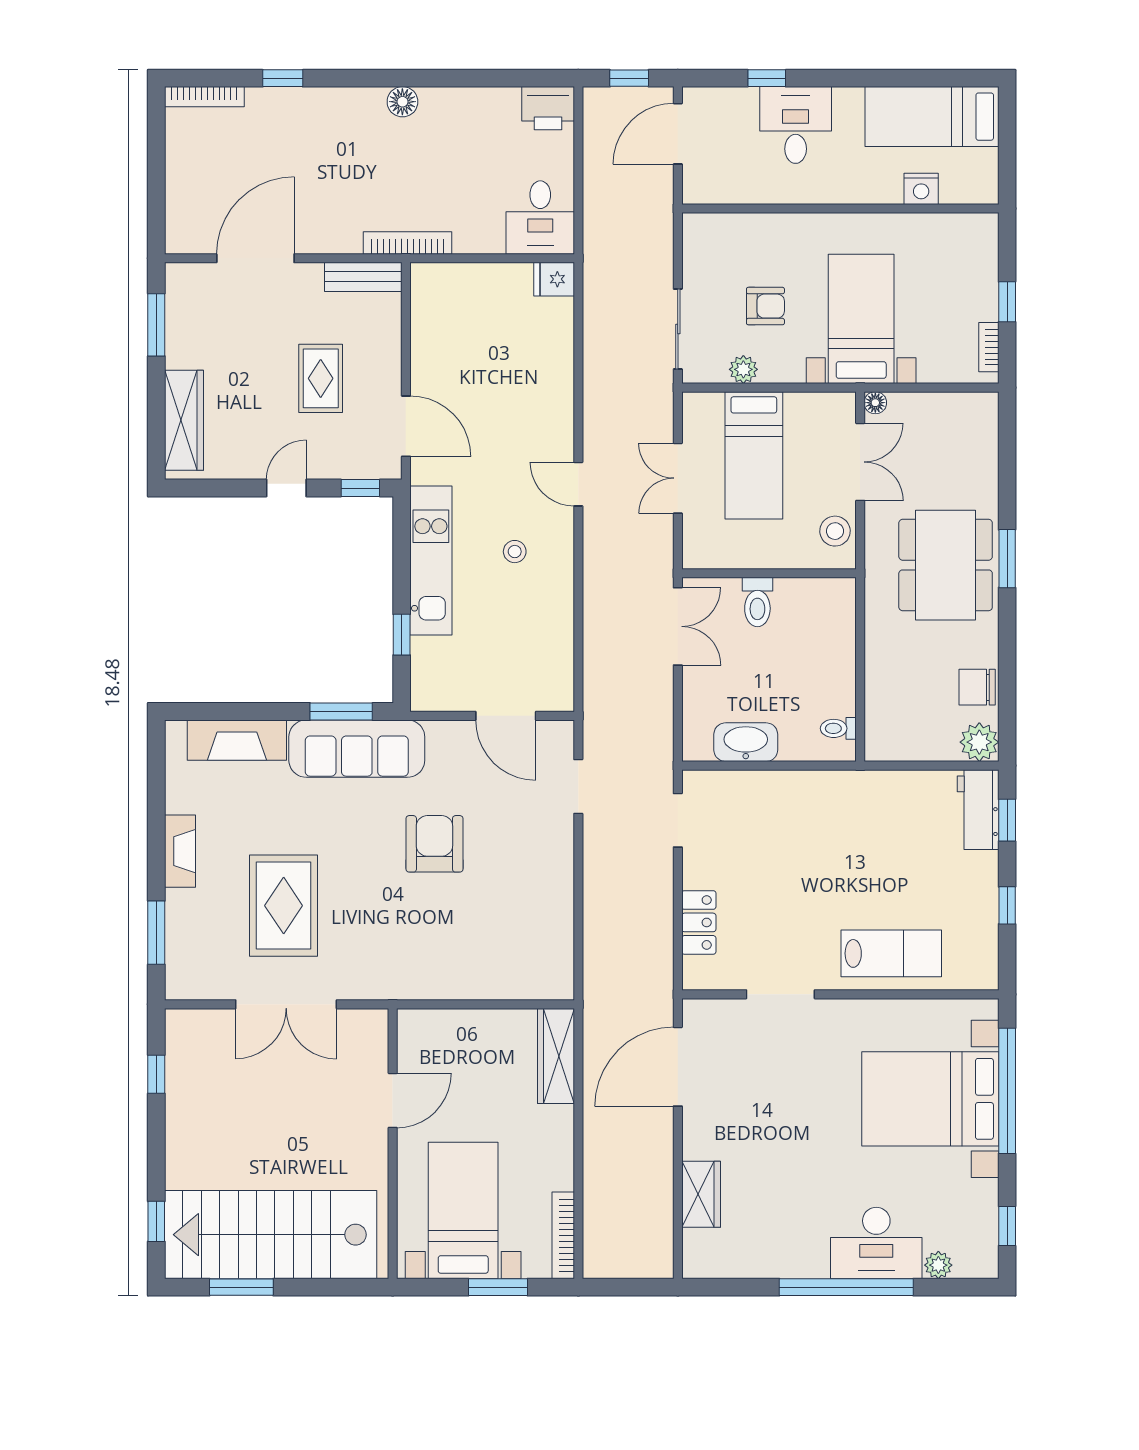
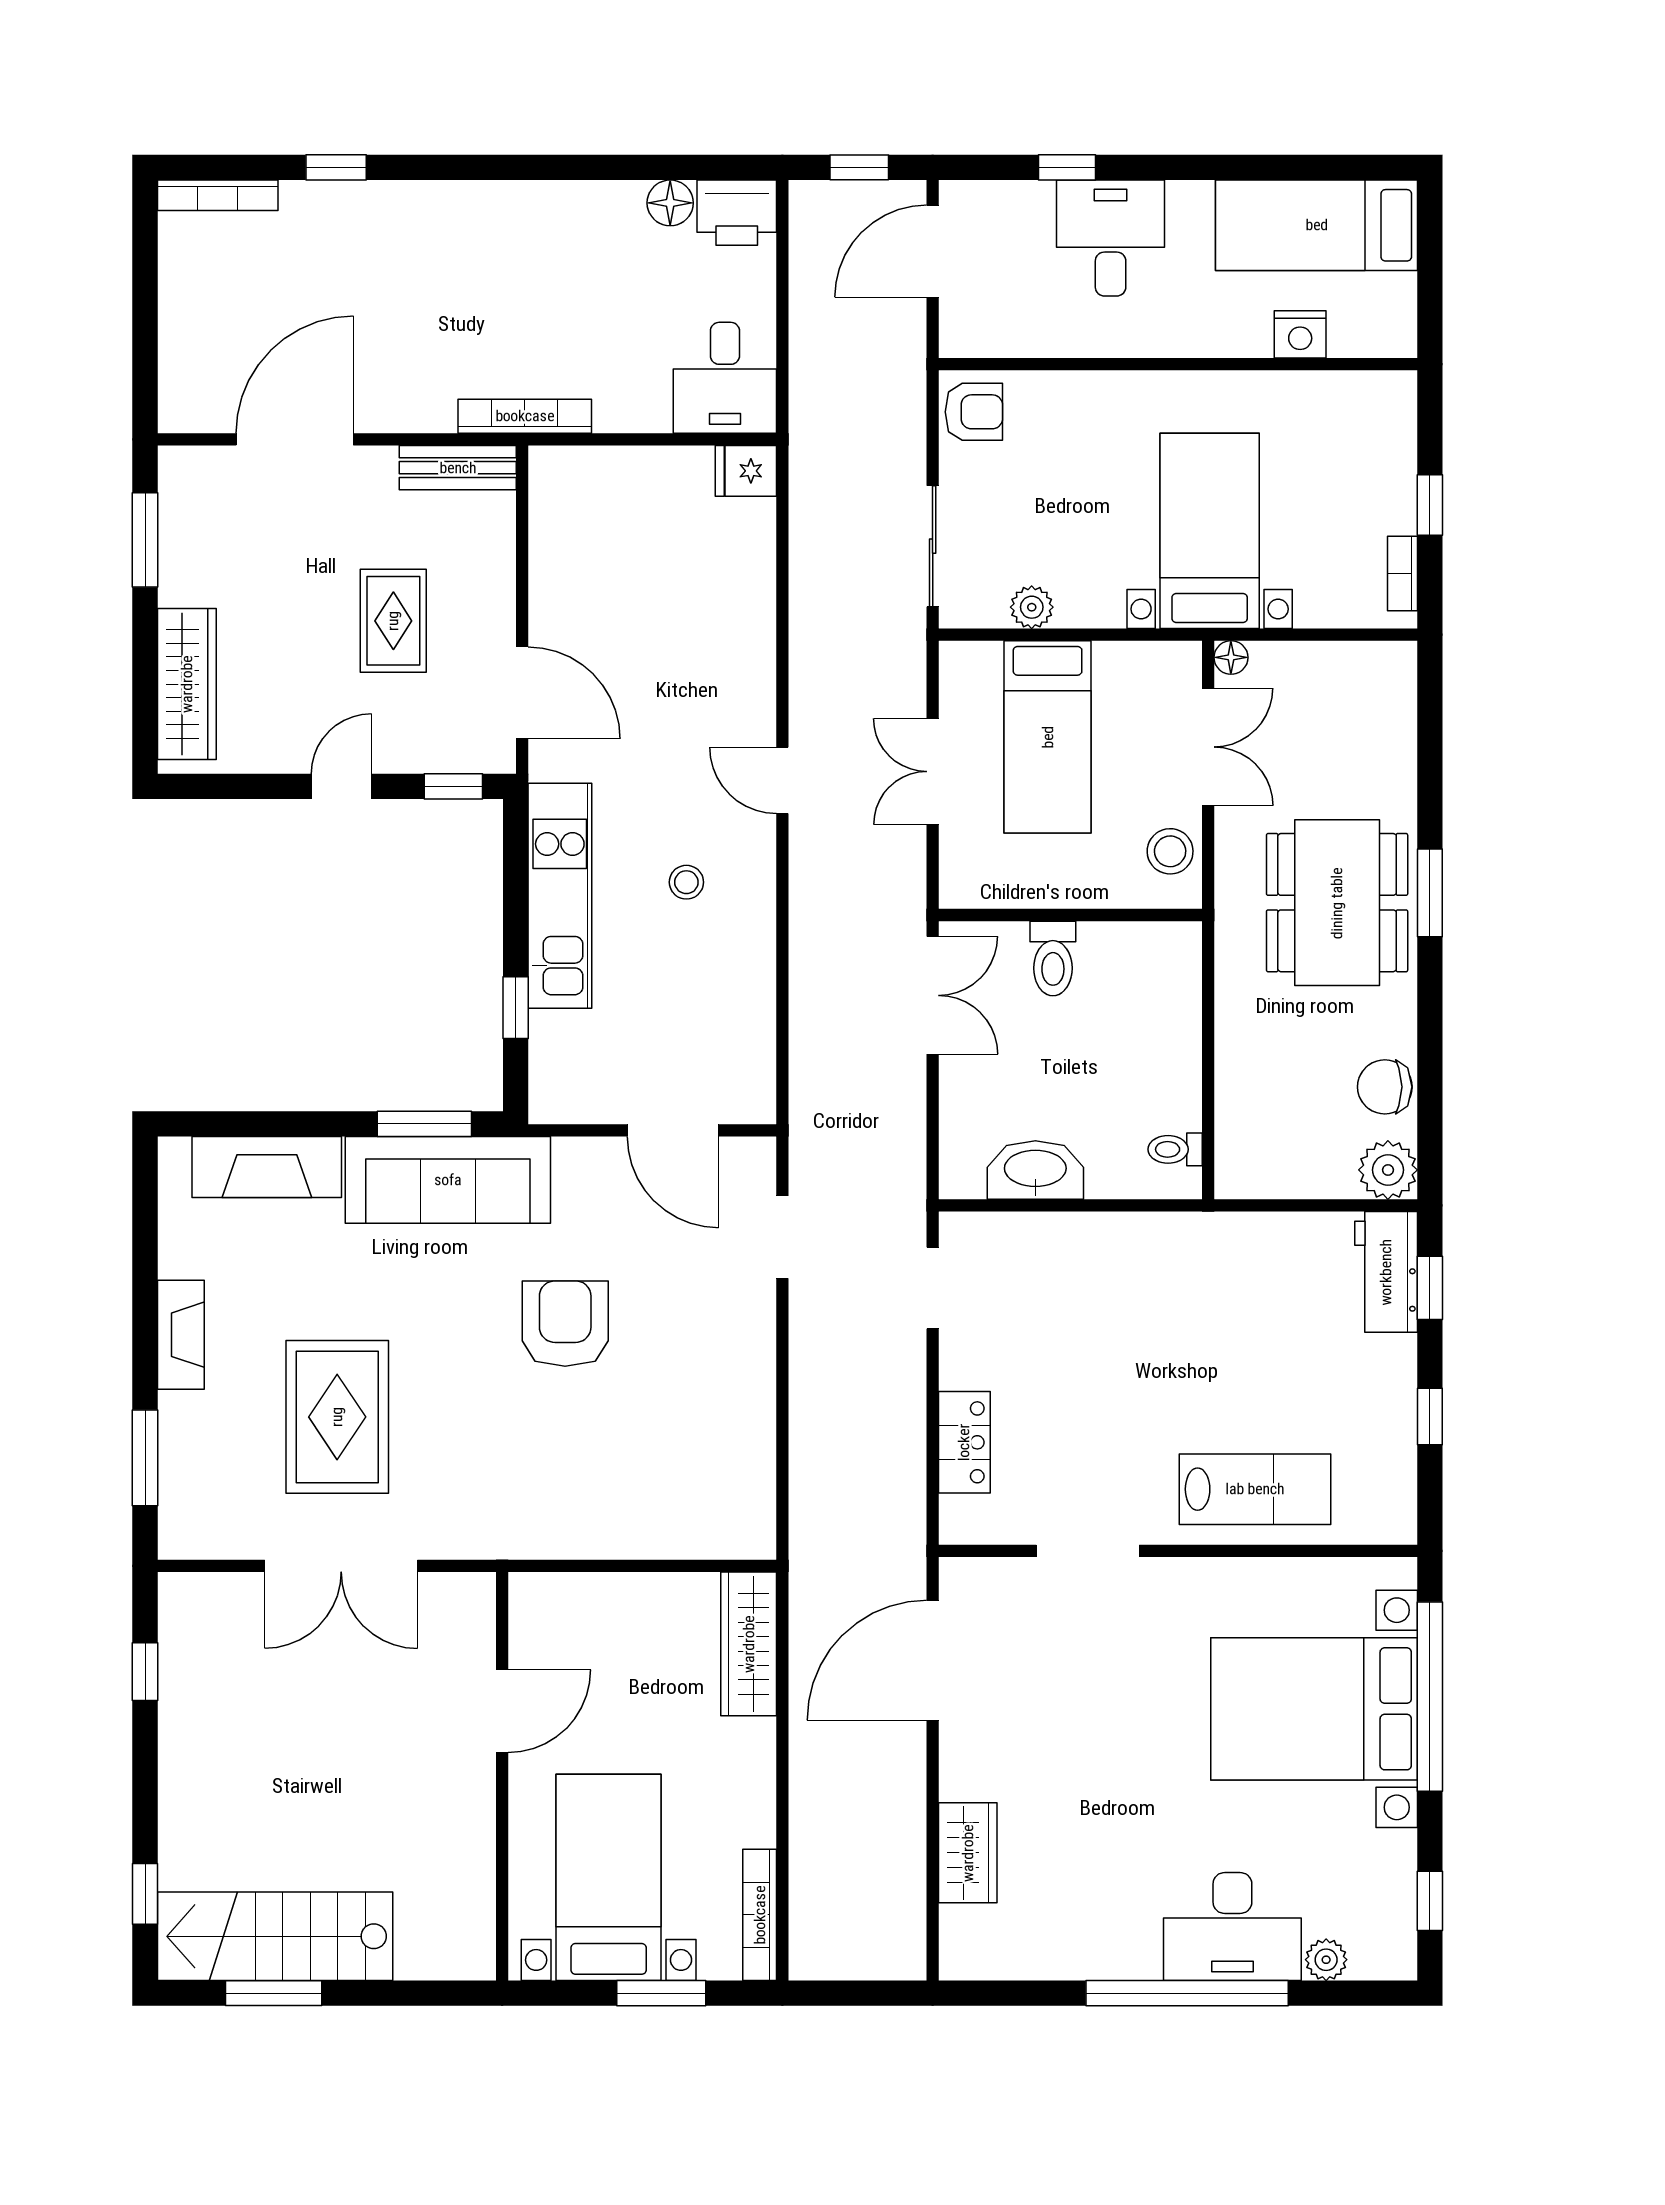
floor lamp: (402, 102) -> (670, 203), moved
armchair: (765, 306) -> (974, 412), moved
stairs: (271, 1235) -> (275, 1936), width x0.73, depth x0.66

